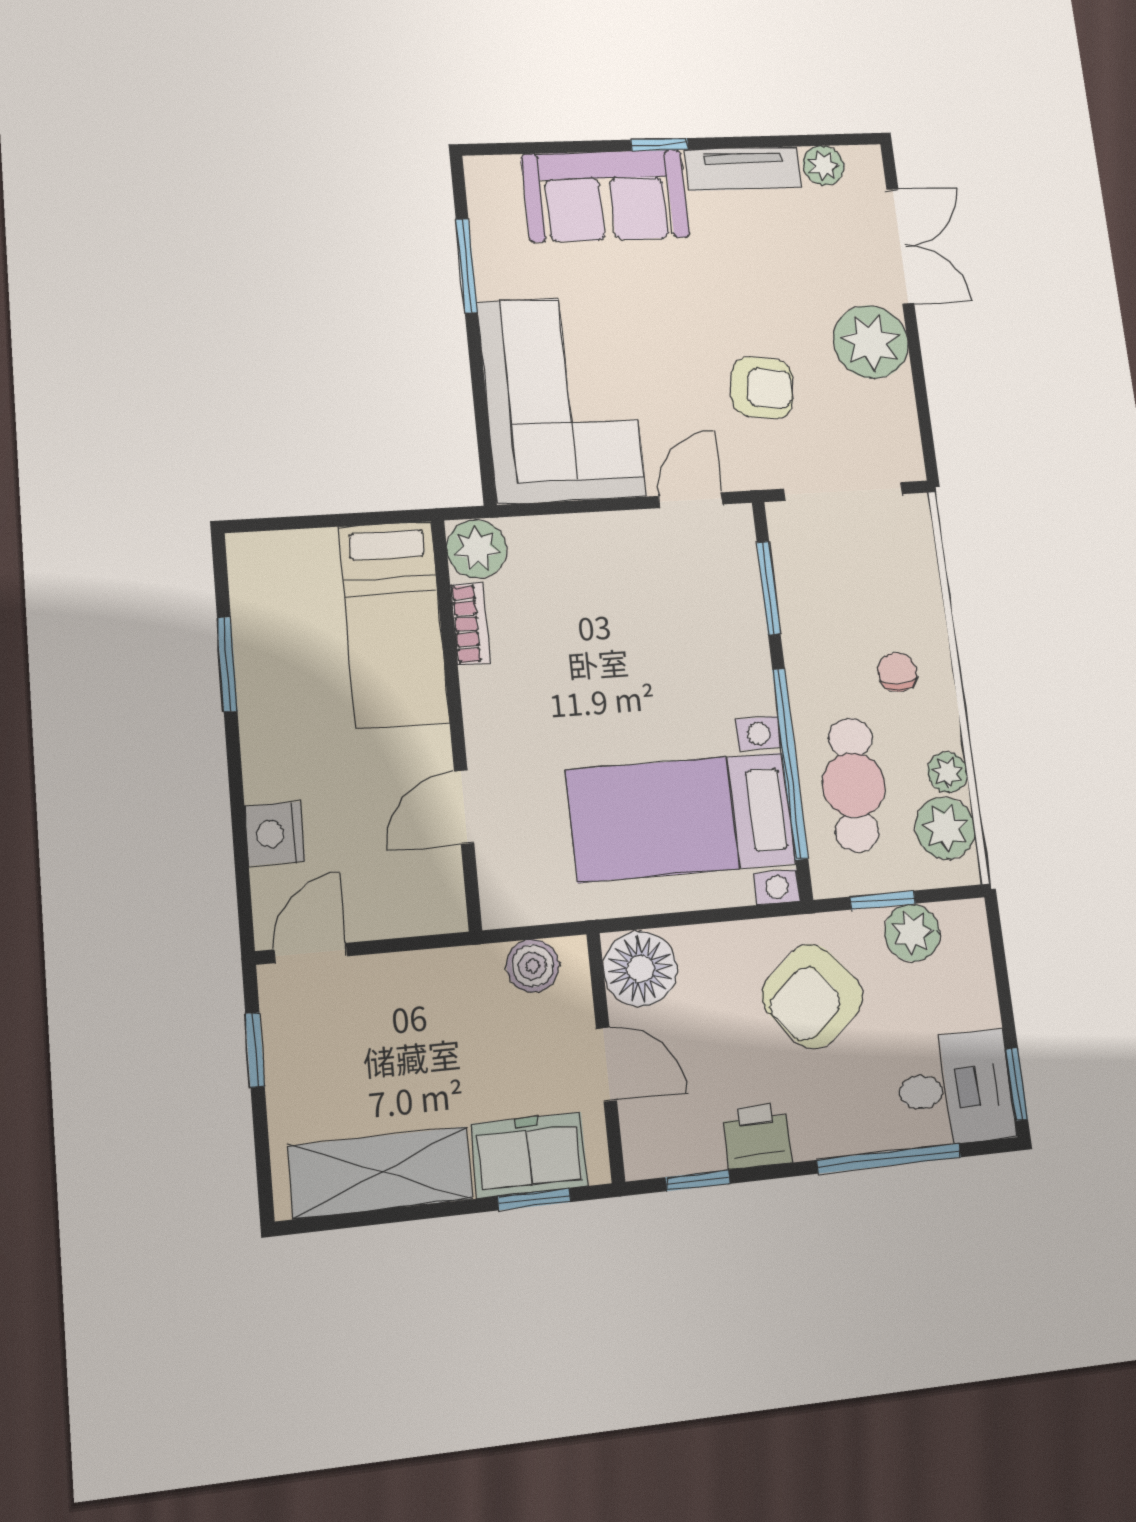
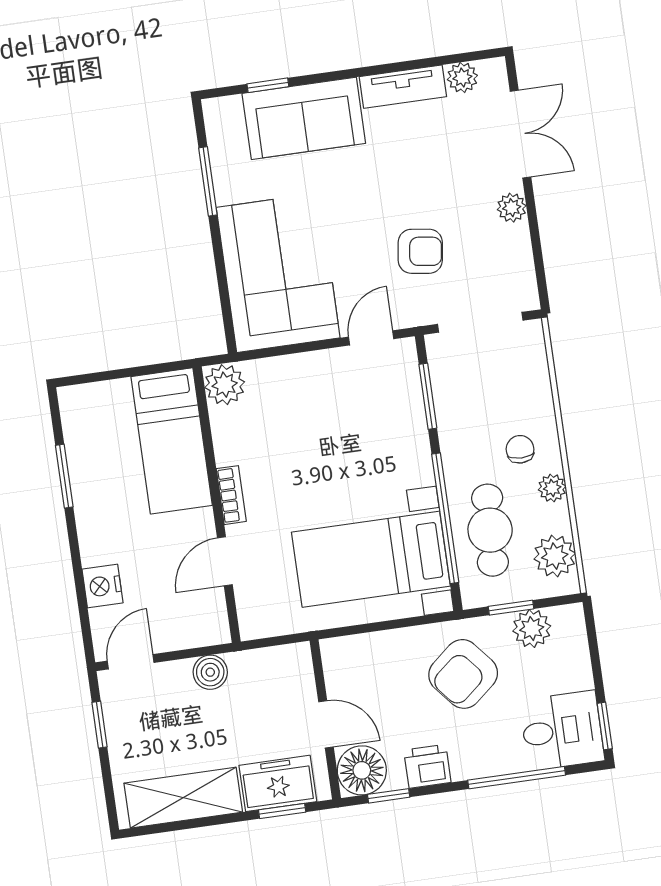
window: (659, 145) -> (268, 85), moved
plant: (871, 342) -> (512, 208), width x0.53, depth x0.53
bookcase: (470, 624) -> (231, 495), moved
plant: (947, 772) -> (552, 488), moved
boiler: (533, 966) -> (210, 672), moved
floor lamp: (640, 969) -> (362, 770), moved

